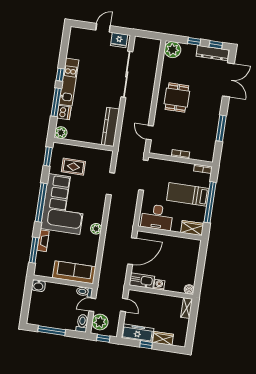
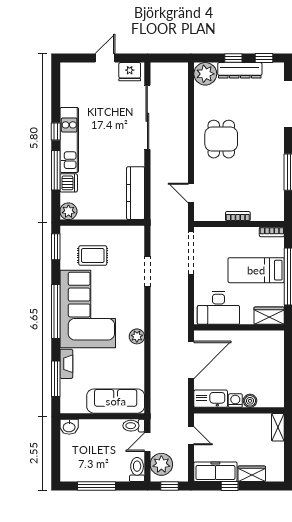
dresser: (213, 53) -> (240, 70), moved
boiler: (189, 289) -> (250, 401), moved

